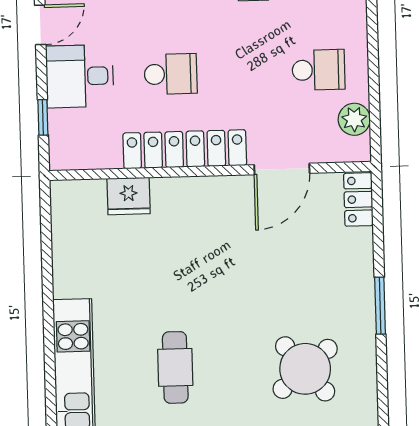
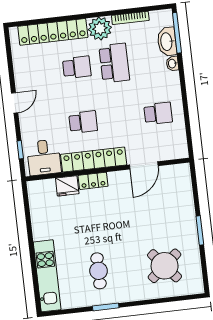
desk: (80, 76) -> (44, 157), moved, turned -90
plant: (354, 119) -> (178, 137), removed
locker: (358, 199) -> (93, 181), moved, turned -90

